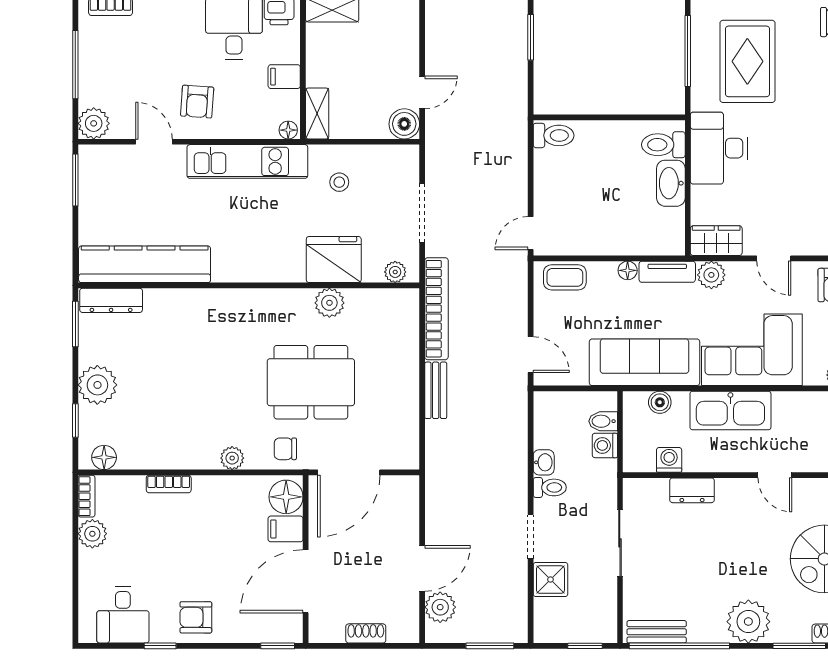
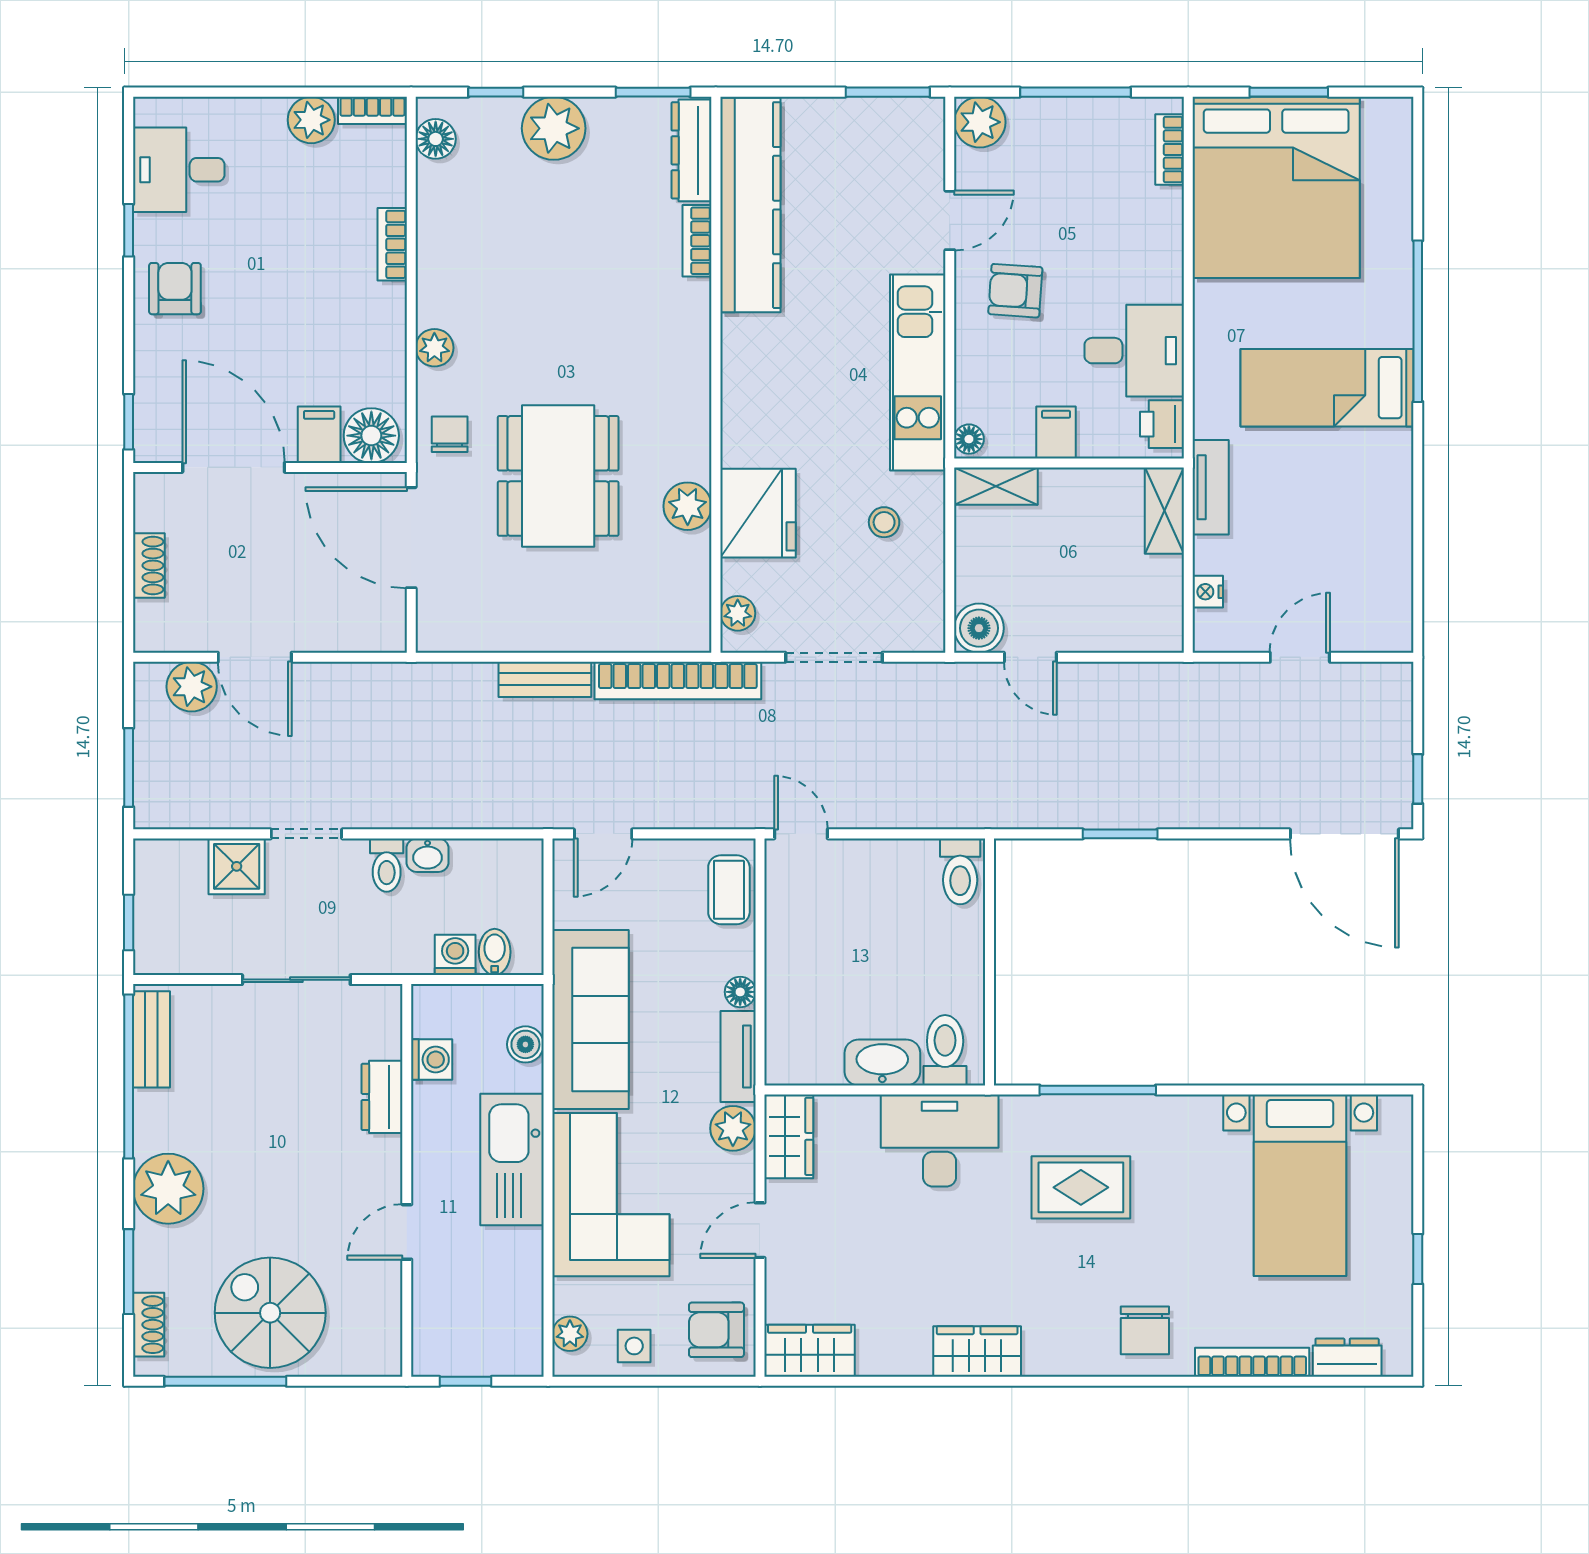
rug: (747, 61) -> (1081, 1187), width x0.73, depth x0.70
bookcase: (167, 297) -> (697, 241), added

